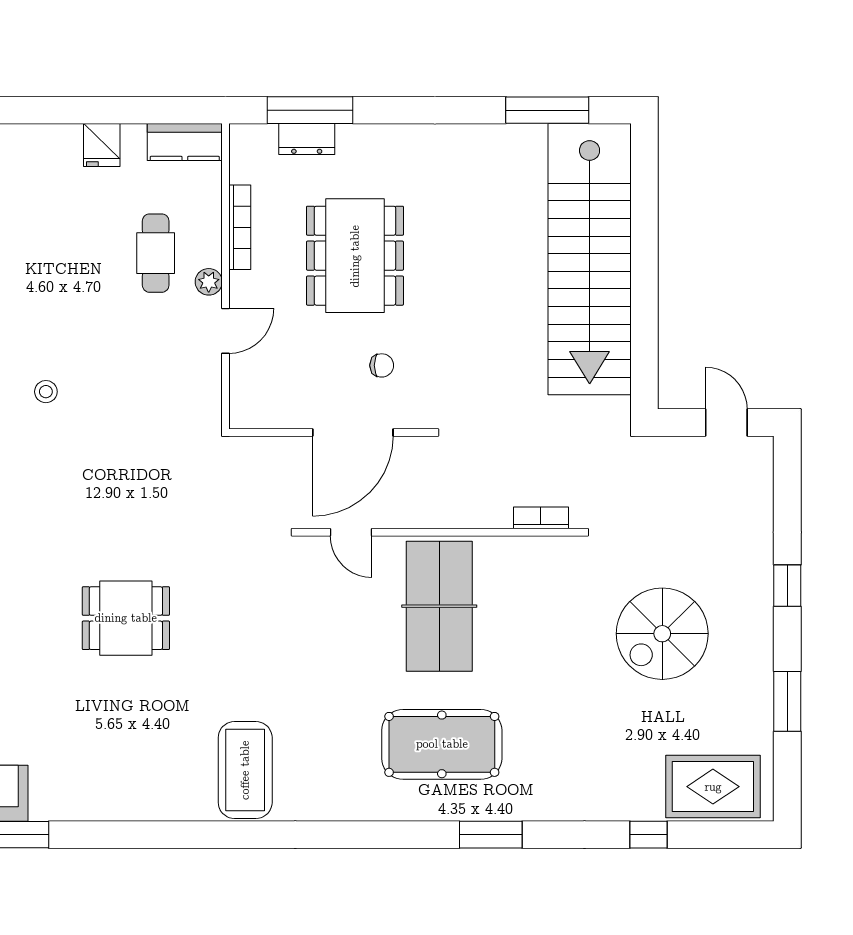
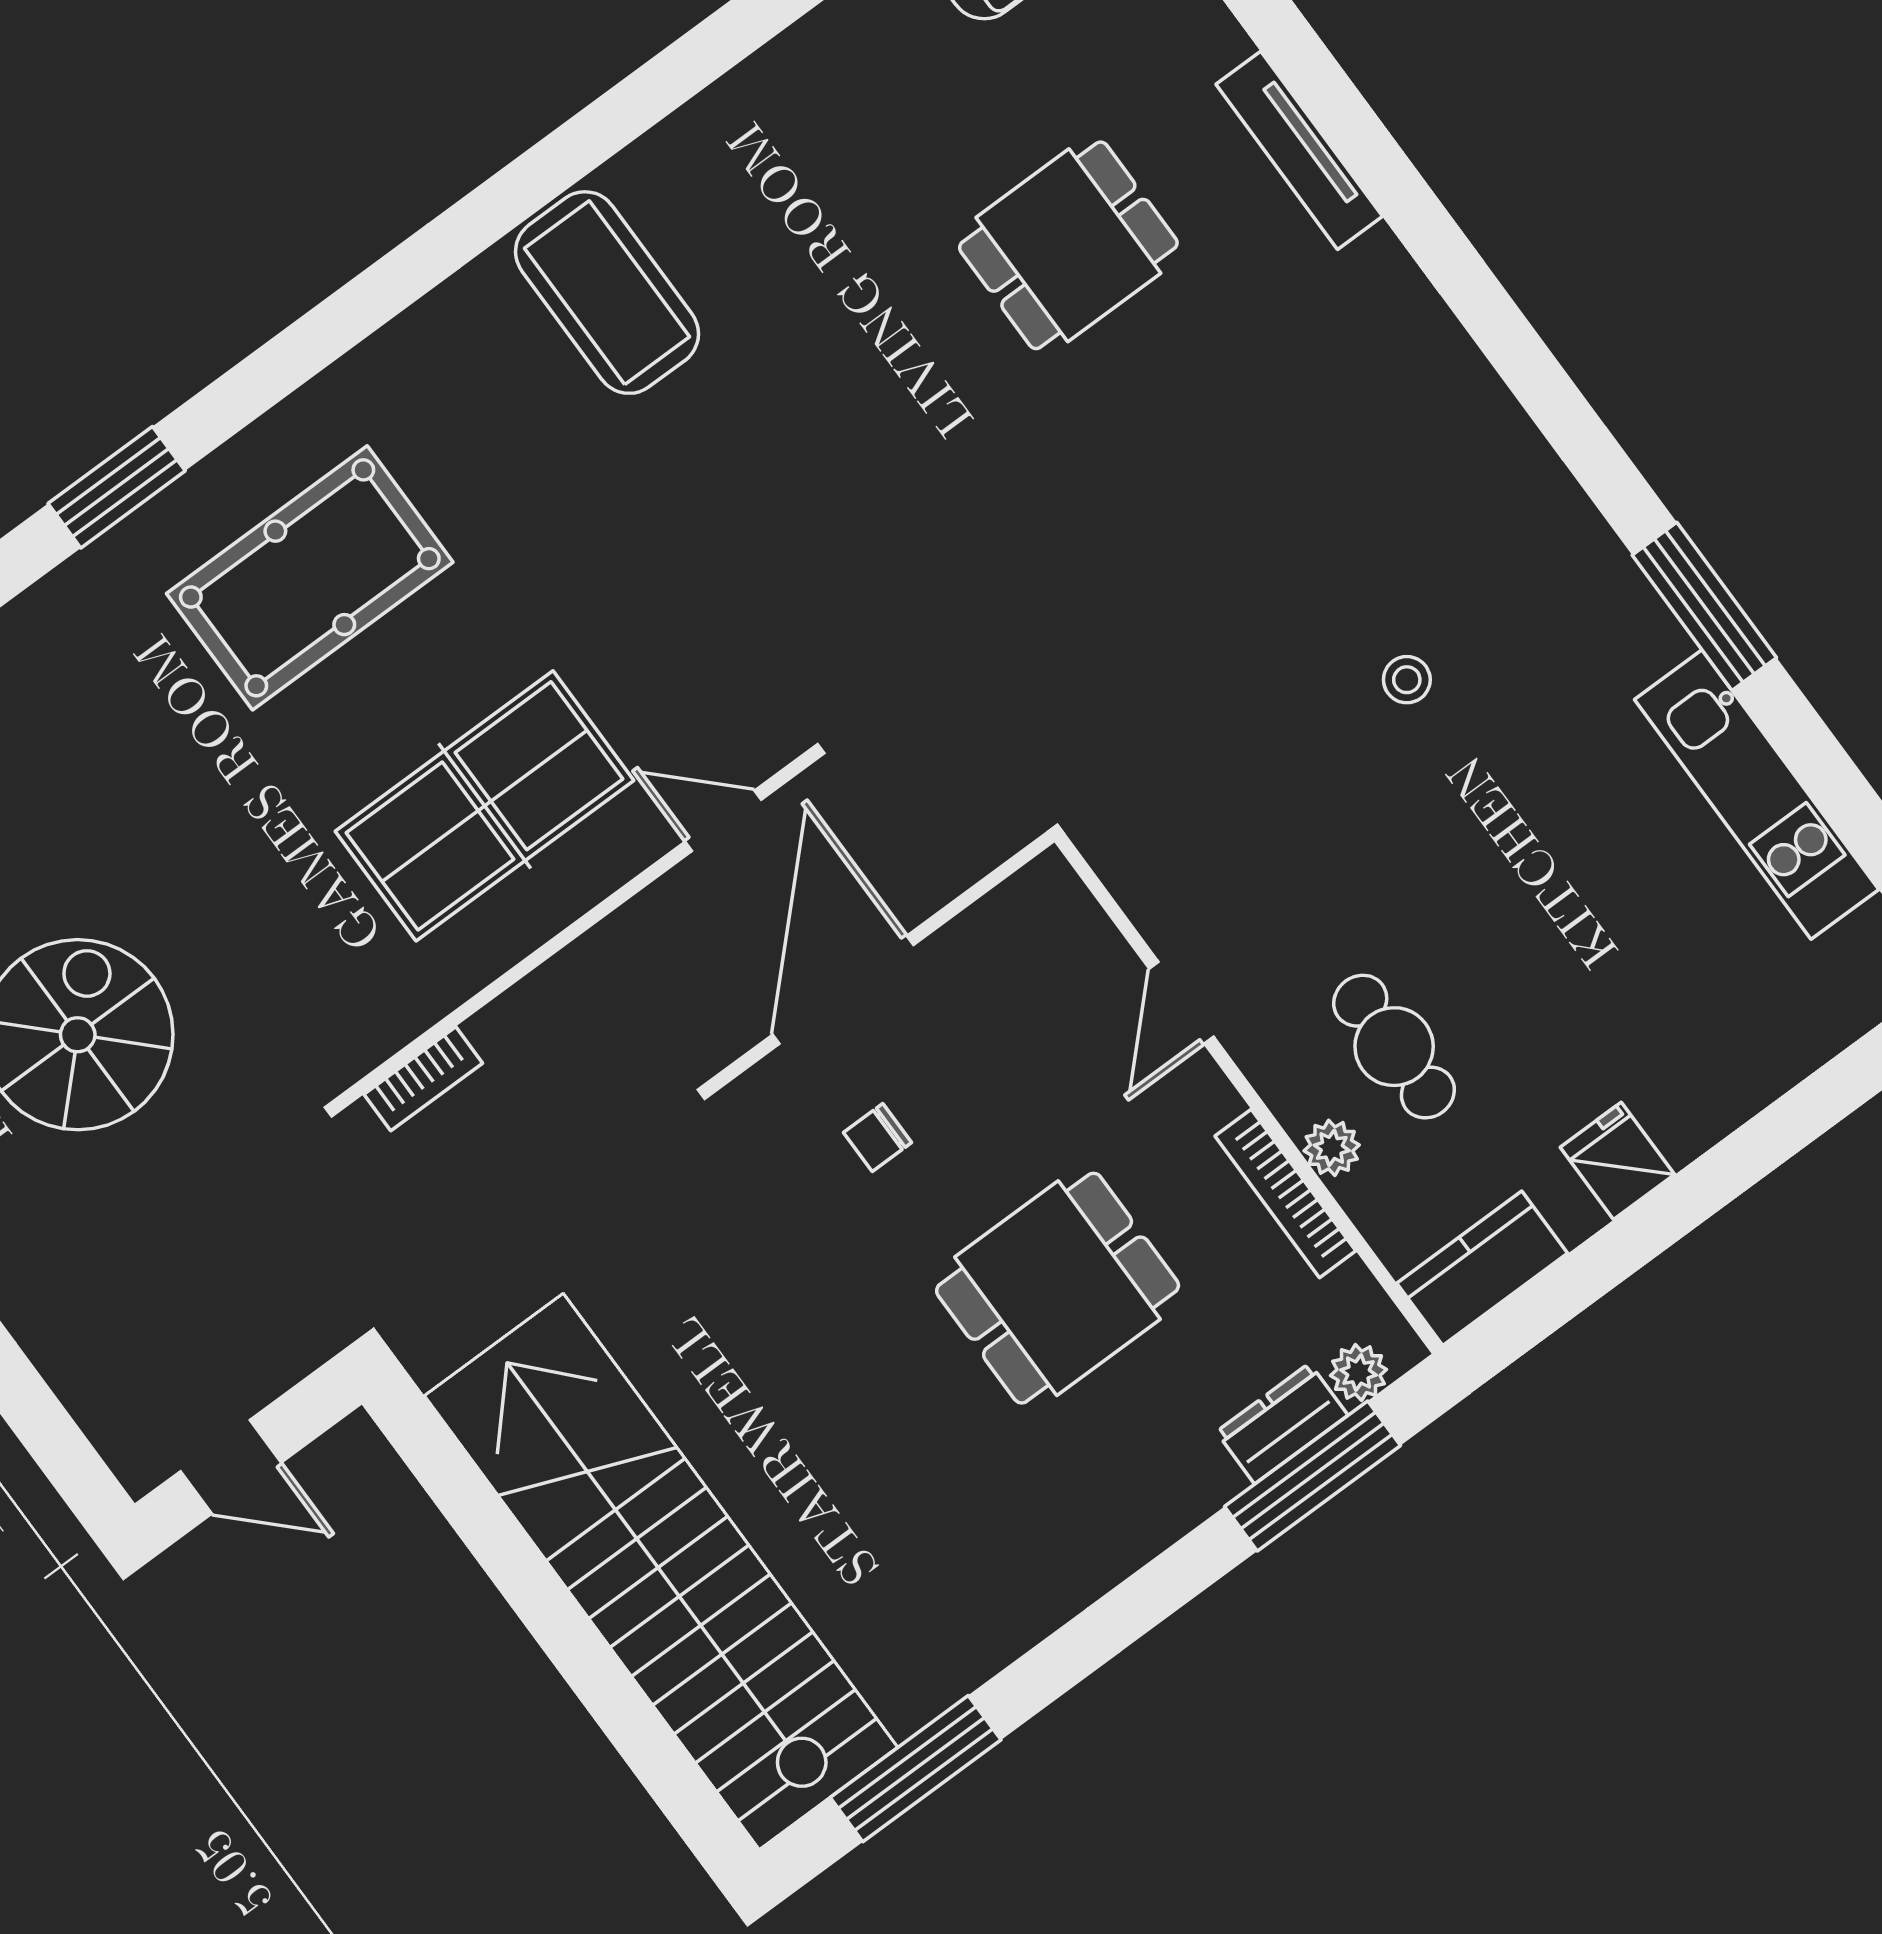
plant: (263, 137) -> (1359, 1372), added
dining table: (355, 256) -> (1058, 1288), width x0.73
plant: (209, 282) -> (1332, 1148), moved
table tennis table: (439, 606) -> (484, 806), turned 90
dining table: (126, 618) -> (1068, 245), moved

